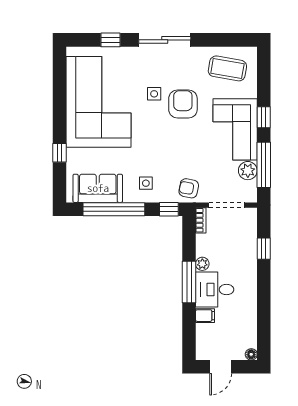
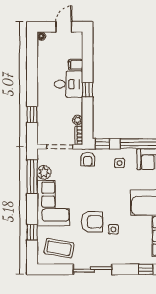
sliding door: (165, 40) -> (92, 269), moved
armchair: (183, 104) -> (92, 222), turned -90
window: (264, 117) -> (32, 232), moved
armchair: (189, 188) -> (88, 159), turned 79
plant: (202, 264) -> (78, 120), moved
window: (189, 282) -> (88, 90), width x0.46

